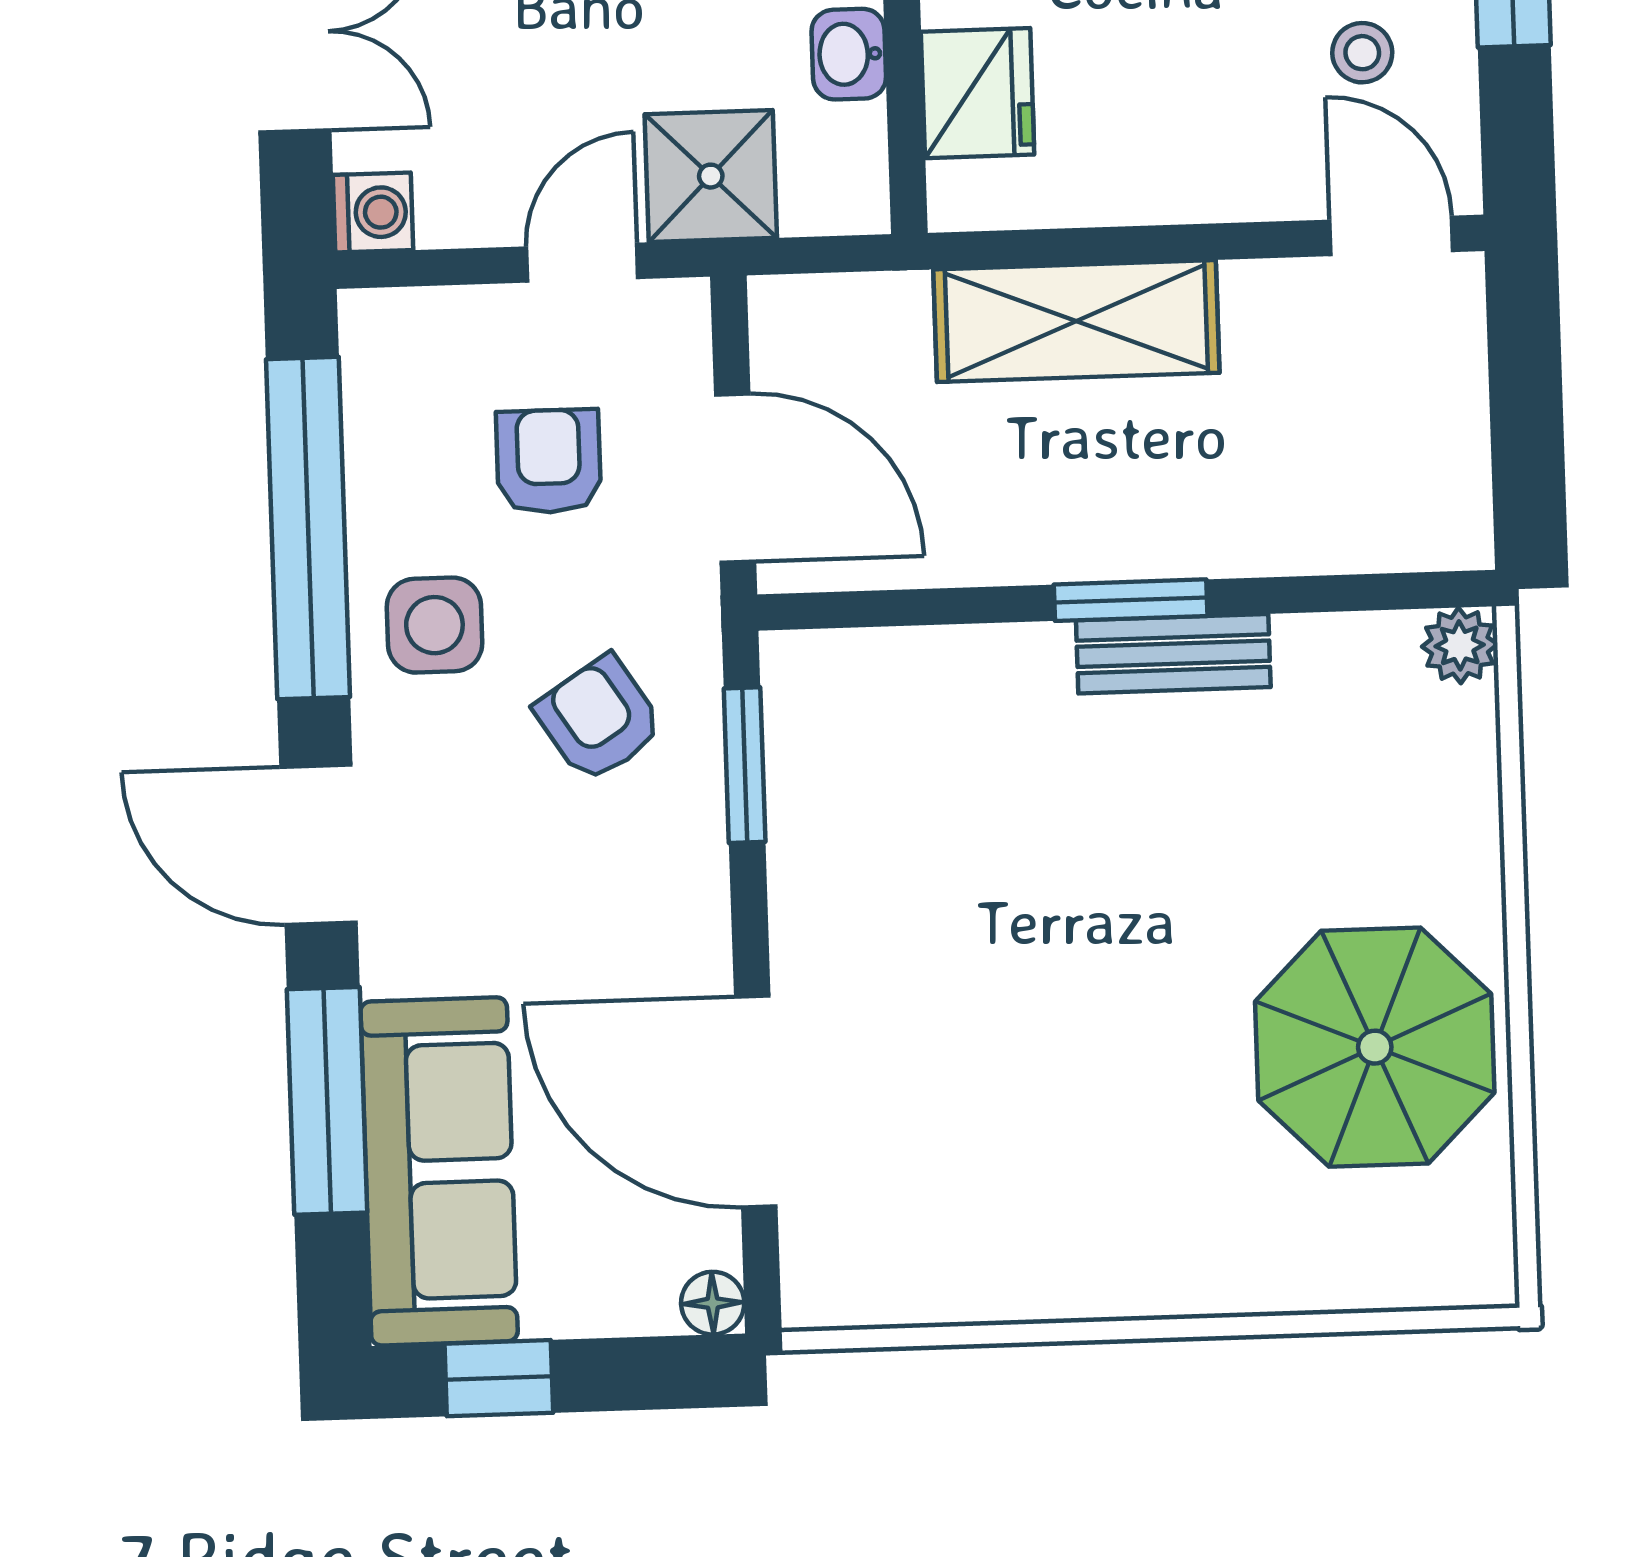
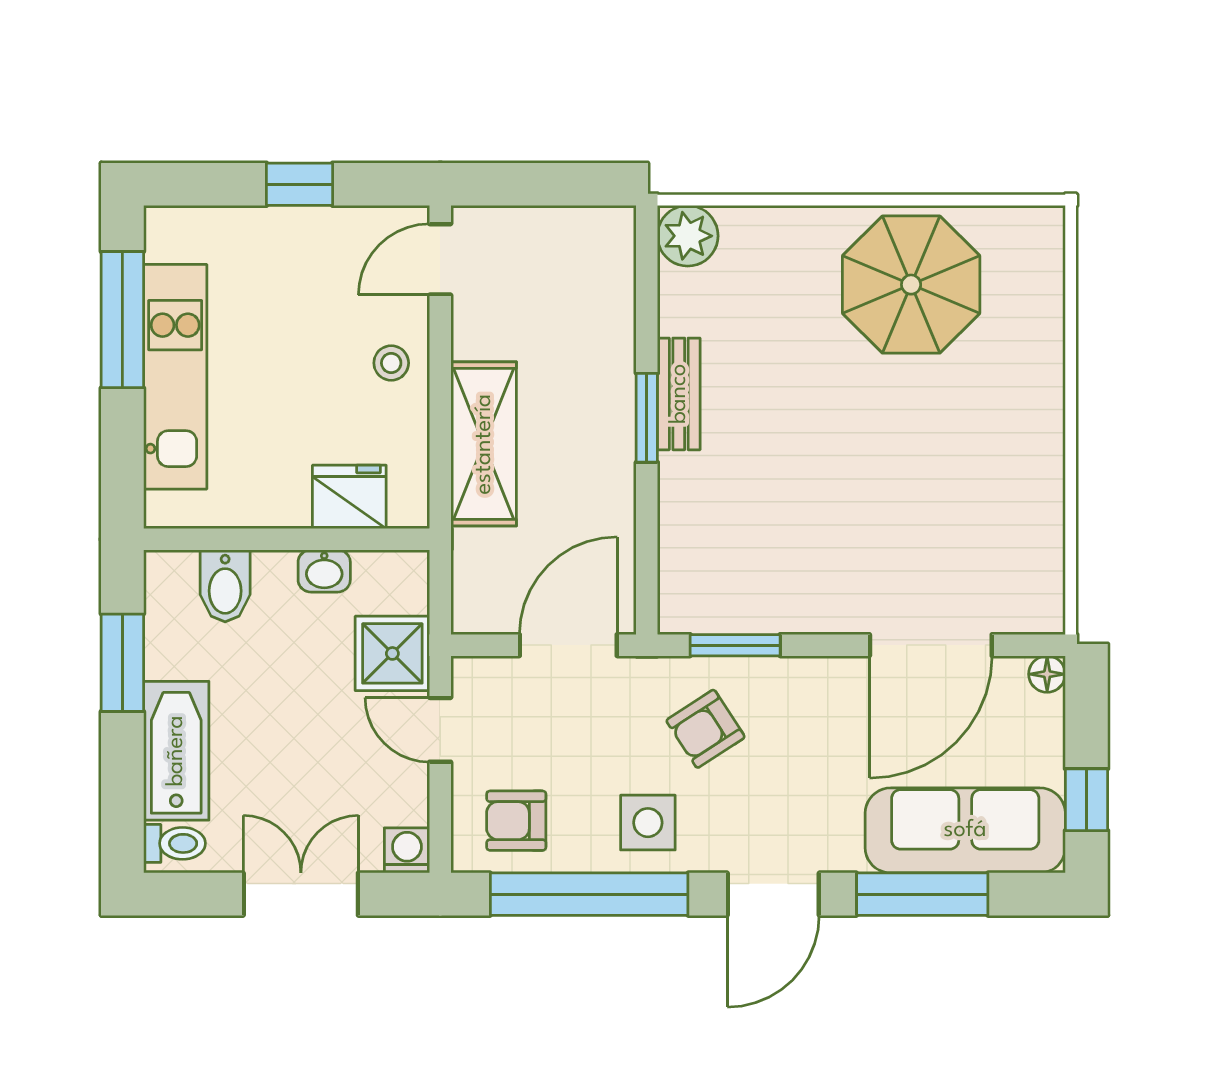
stool: (1362, 53) -> (391, 363), moved
armchair: (549, 461) -> (516, 821), moved
plant: (1460, 645) -> (688, 236), width x1.38, depth x1.38

